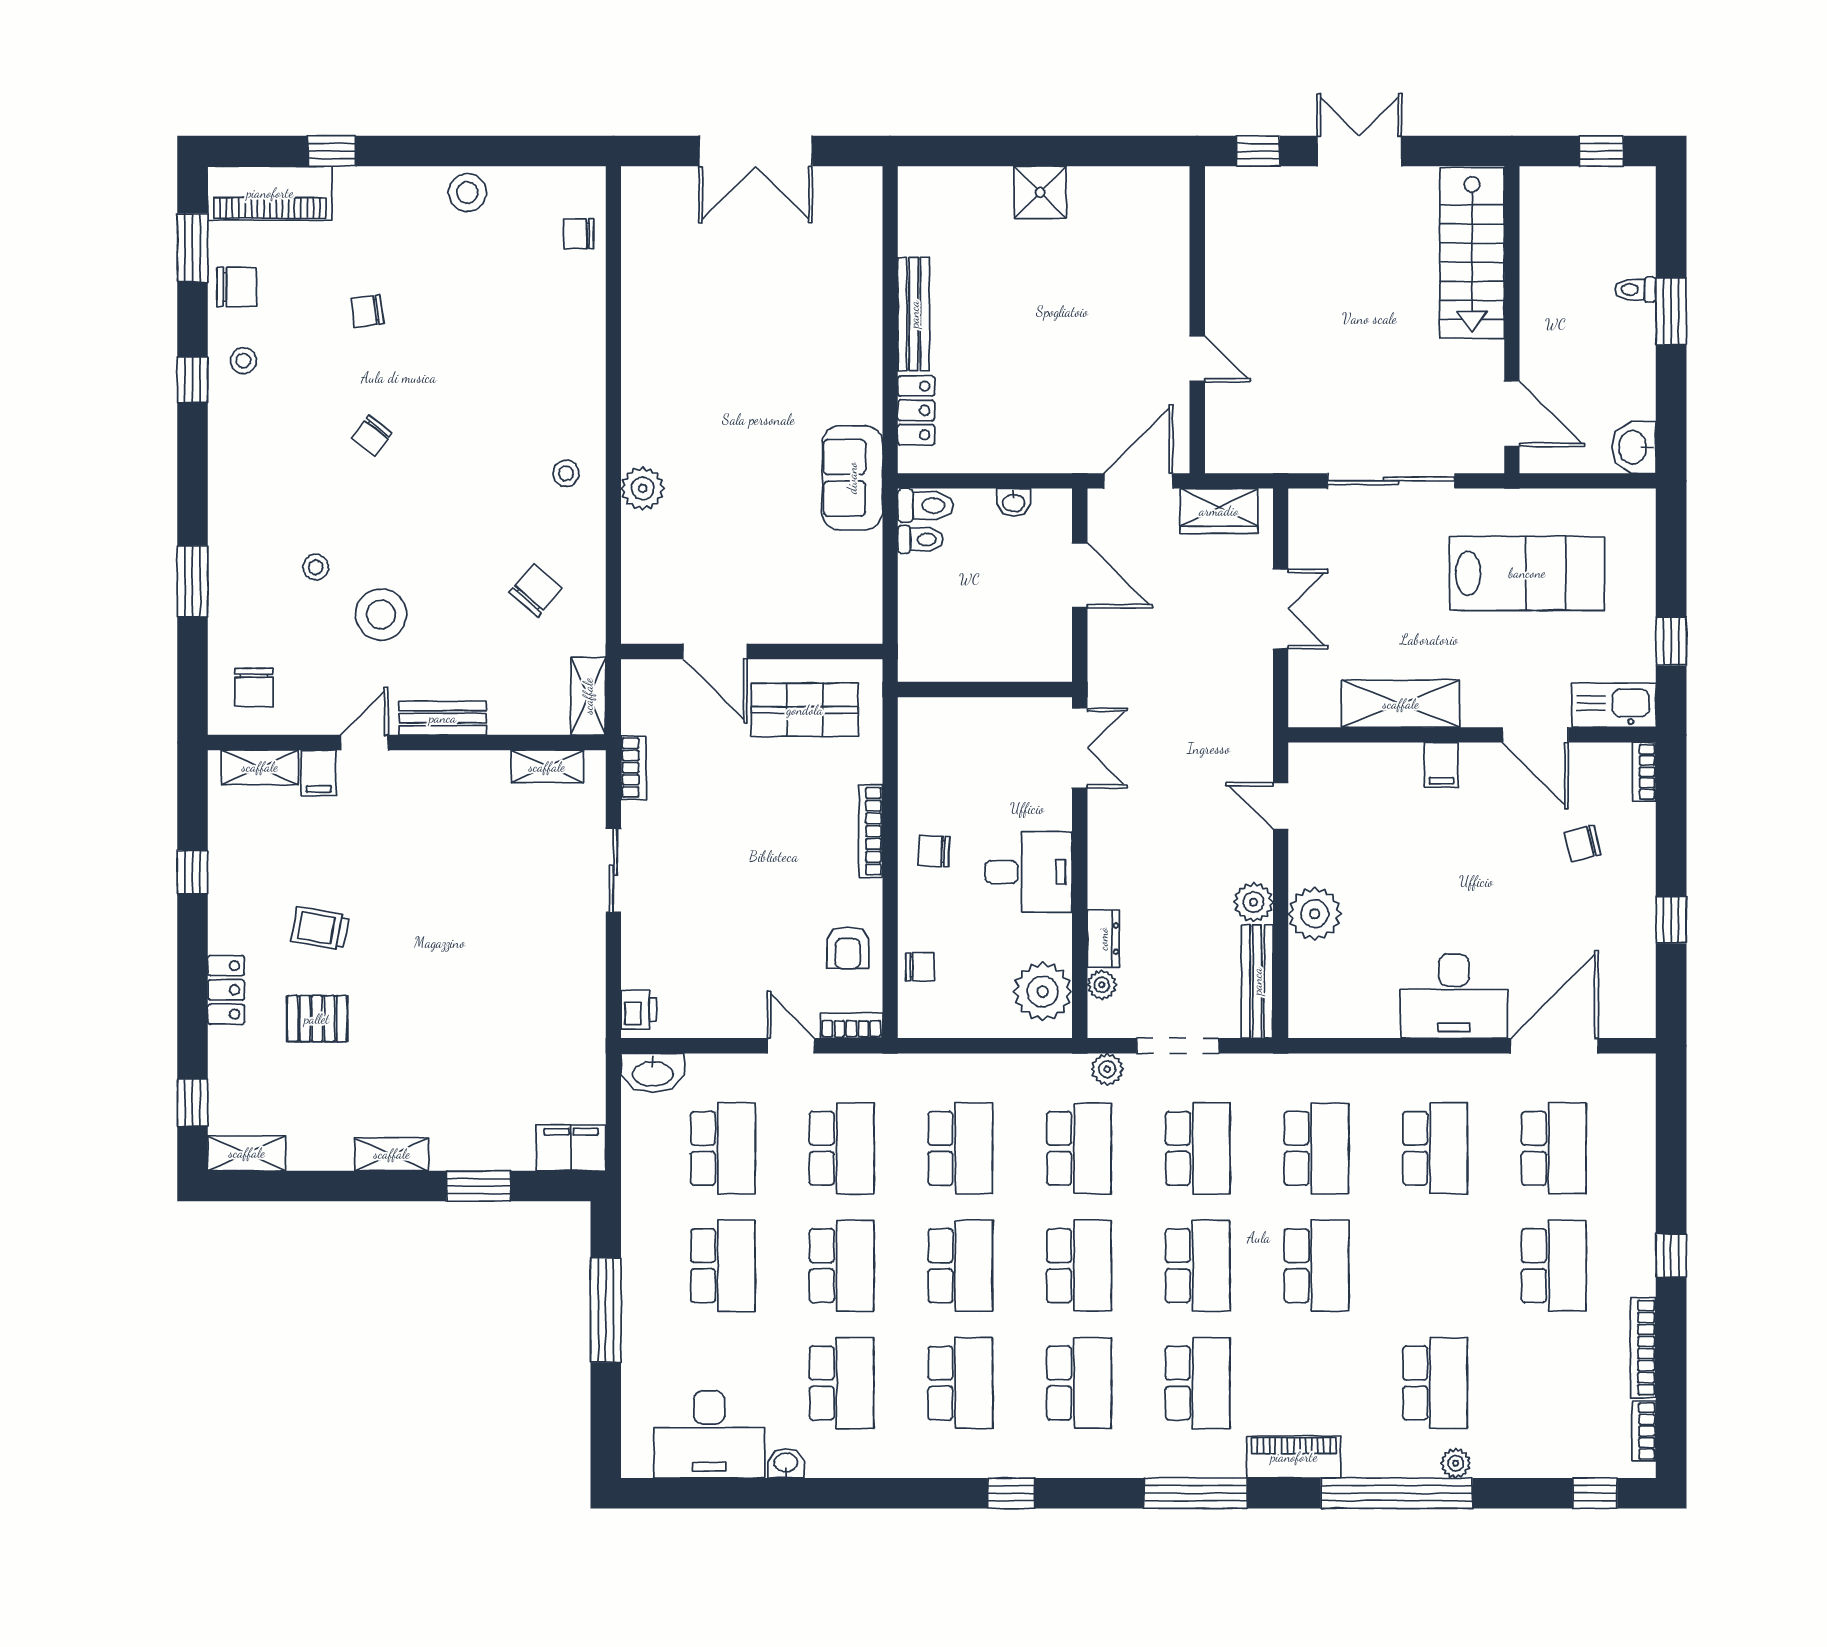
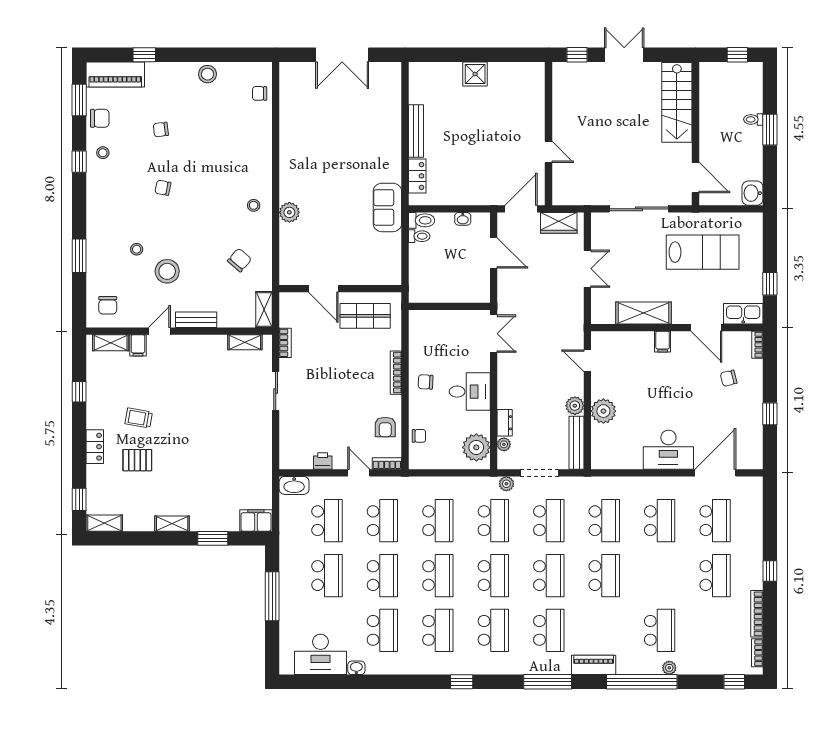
chair: (372, 436) -> (163, 188), turned 64
printer: (639, 1010) -> (323, 461), moved, turned -90

